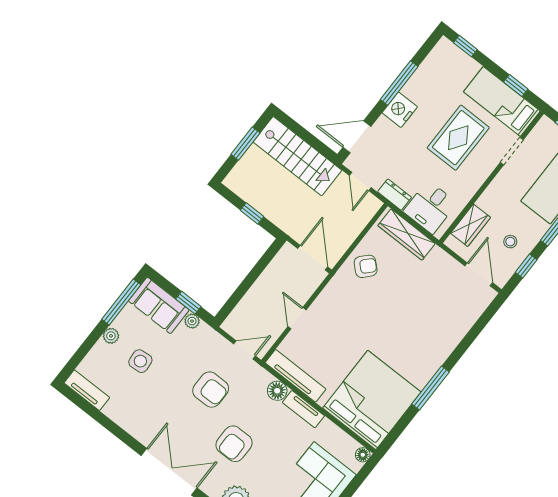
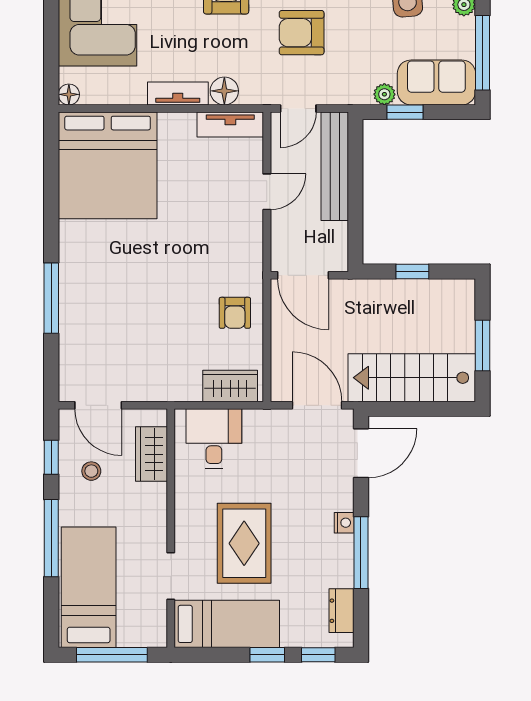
window: (516, 85) -> (267, 655), moved
nightstand: (400, 110) -> (344, 523), width x0.53, depth x0.56
door: (360, 181) -> (317, 405), width x1.38
dresser: (395, 195) -> (342, 611), moved, turned 90
wardrobe: (407, 235) -> (230, 386), width x0.67
armchair: (366, 266) -> (235, 313), turned -43
bench: (249, 303) -> (335, 166), added
door: (297, 318) -> (267, 192), hinge flipped
tv unit: (295, 376) -> (230, 124), width x0.71
window: (430, 388) -> (51, 298), moved

